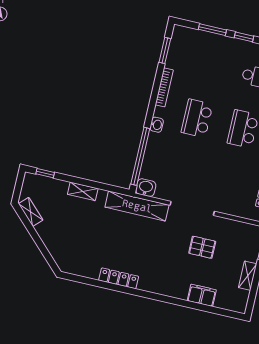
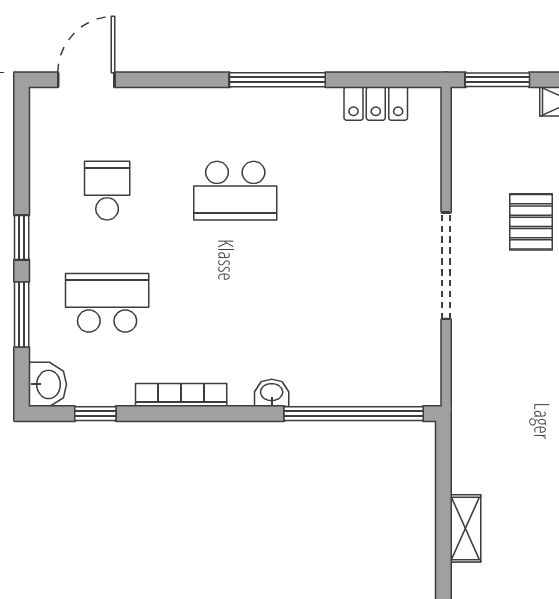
window: (165, 50) -> (95, 414), width x0.67
school desk: (197, 118) -> (107, 303), moved, turned 180
washbasin: (146, 188) -> (47, 384), moved, turned 180
shelving: (137, 206) -> (470, 395), removed

